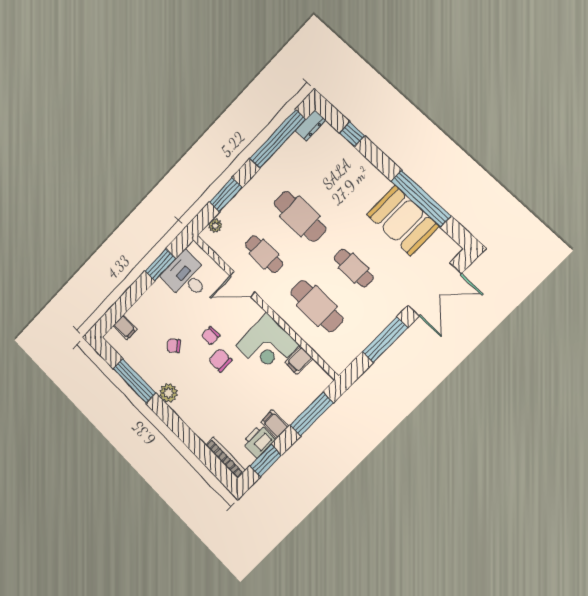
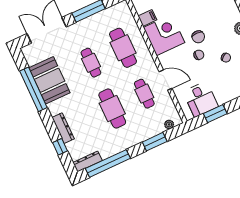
dresser: (311, 125) -> (88, 162), width x1.44
dresser: (358, 162) -> (63, 128), added

